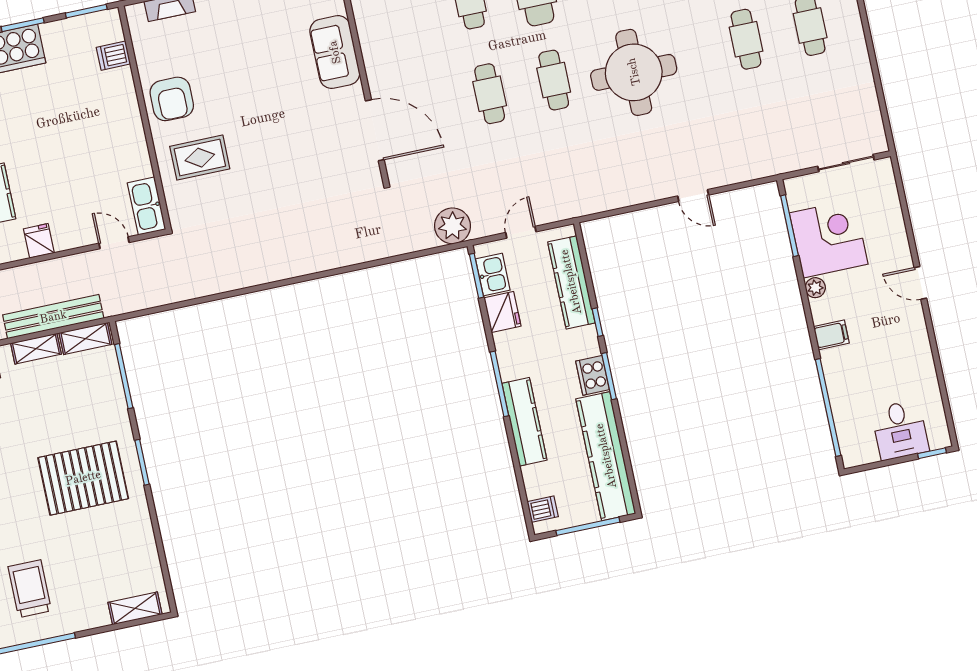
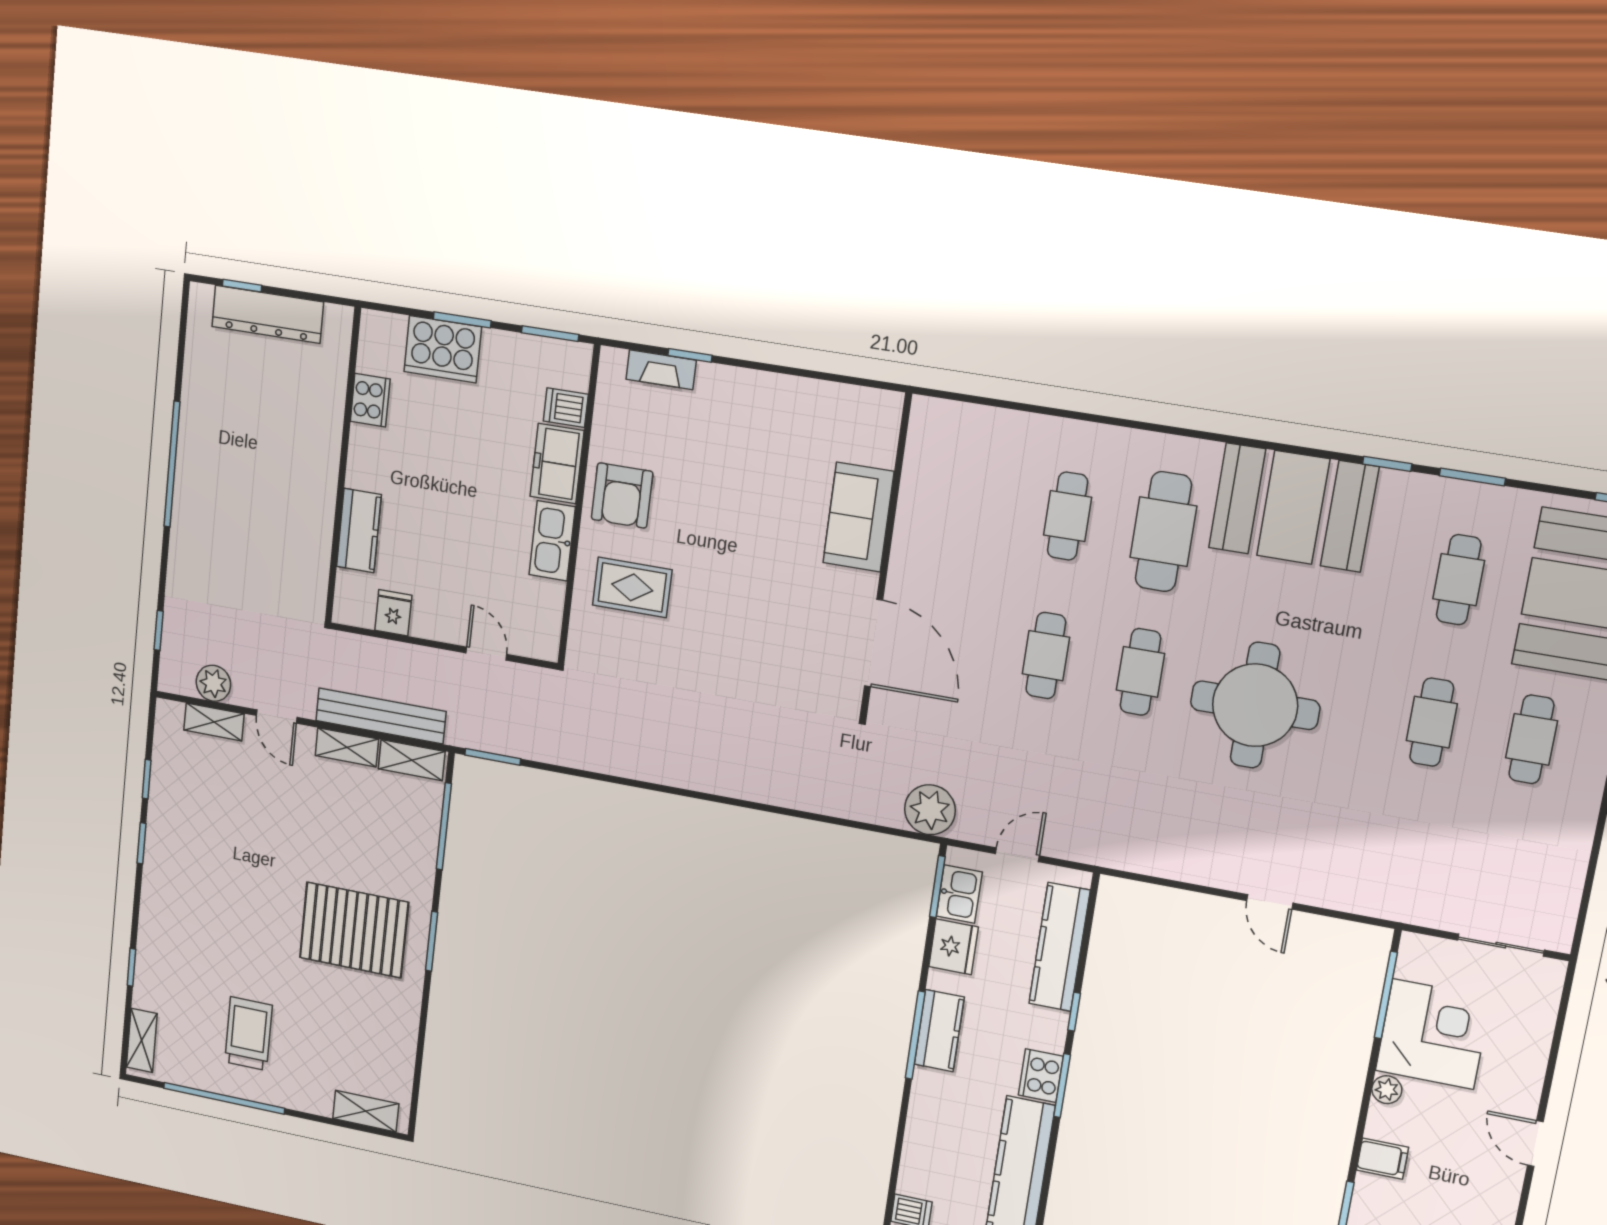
freezer: (120, 95) -> (557, 464), added
kitchen sink: (146, 206) -> (552, 541), moved
window: (142, 313) -> (493, 757), added
kitchen counter: (524, 422) -> (939, 1031), moved, width x0.67

